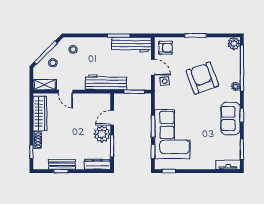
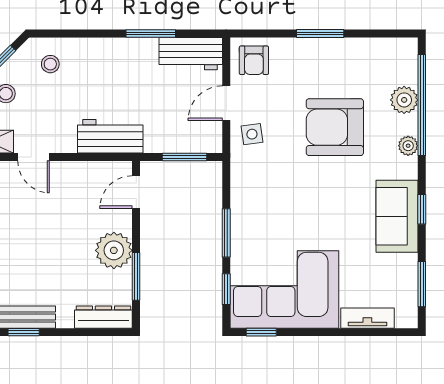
plant: (234, 44) -> (404, 100), moved
workbench: (132, 45) -> (191, 54), width x0.73
armchair: (166, 48) -> (254, 60), turned 90
door: (153, 67) -> (226, 103), swing flipped
armchair: (202, 78) -> (335, 127), turned -70
workbench: (106, 82) -> (110, 136), width x0.73
door: (112, 118) -> (136, 192), moved
corner sofa: (172, 134) -> (284, 289), moved, turned -90
tv unit: (228, 165) -> (367, 318), moved

